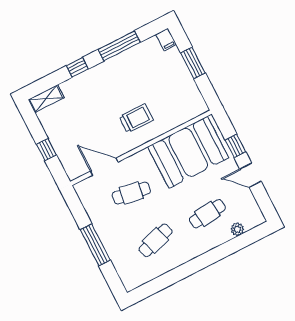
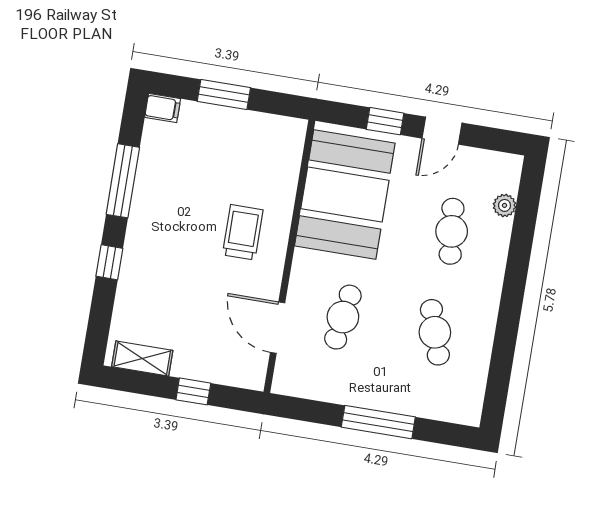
shelving: (46, 99) -> (142, 359), moved, turned 90
door: (104, 167) -> (278, 328), hinge flipped

